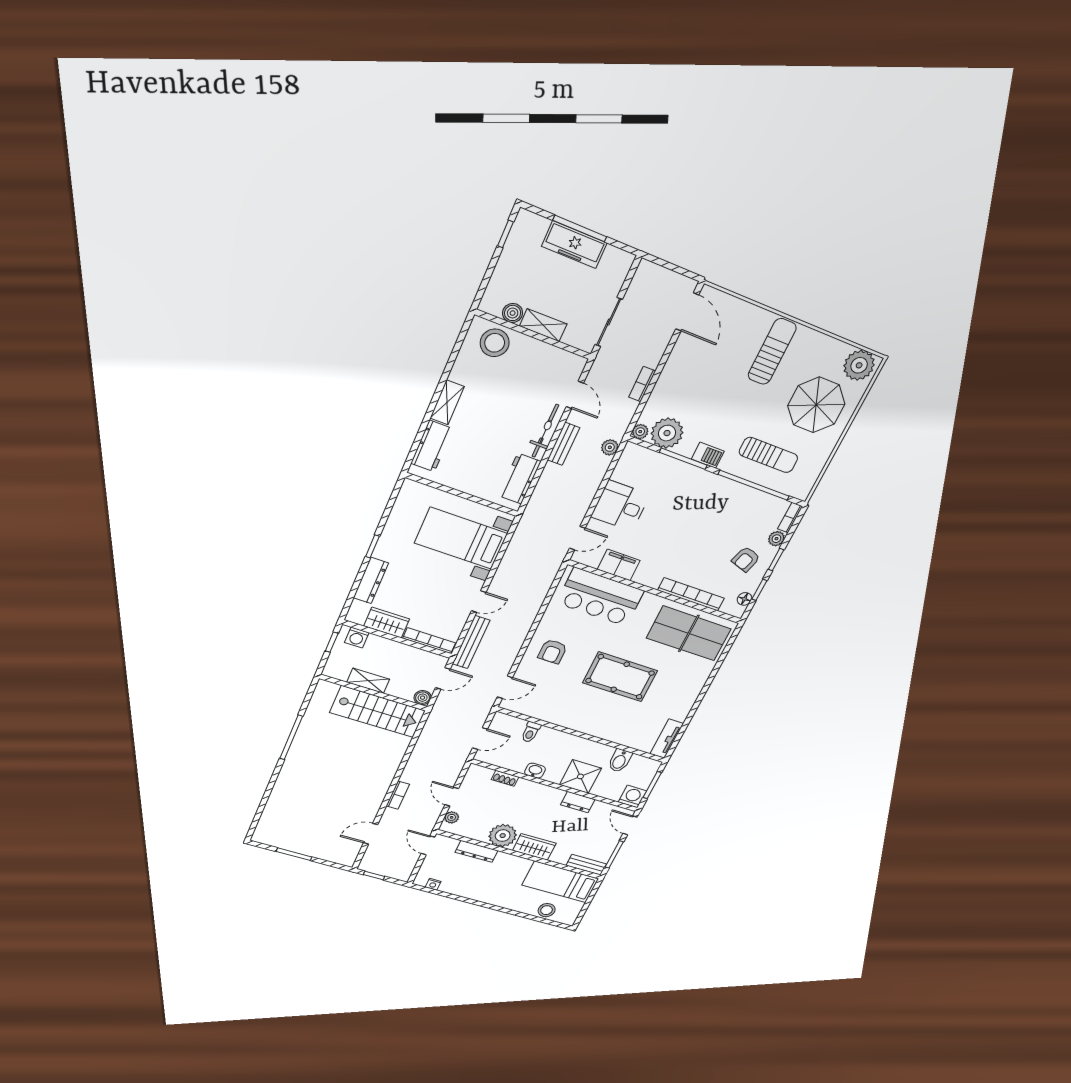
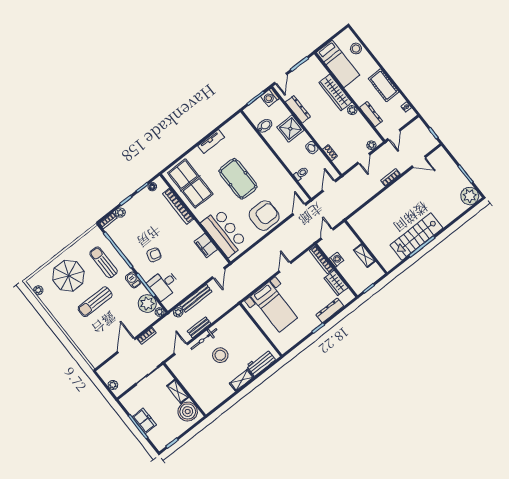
freezer: (574, 245) -> (144, 421), width x0.71
plant: (659, 274) -> (113, 385), added
door: (687, 312) -> (126, 345), moved
boiler: (513, 313) -> (188, 412), width x1.86, depth x1.86
stool: (495, 343) -> (220, 355), moved
sun lounger: (772, 352) -> (95, 302), moved
plant: (859, 365) -> (38, 290), width x0.53, depth x0.53
workbench: (520, 479) -> (229, 322), removed
desk: (620, 506) -> (164, 284), moved, turned 90
door: (577, 538) -> (218, 273), swing flipped
armchair: (746, 559) -> (154, 255), moved
door: (479, 601) -> (285, 267), hinge flipped
washing machine: (357, 637) -> (336, 260), moved
bench: (471, 642) -> (196, 298), moved
armchair: (553, 651) -> (264, 216), width x1.88, depth x1.88
door: (443, 678) -> (327, 234), hinge flipped
door: (505, 687) -> (299, 209), hinge flipped
boiler: (423, 698) -> (344, 229), removed
stairs: (378, 712) -> (417, 236), moved, turned -90
door: (480, 739) -> (329, 186), hinge flipped
tv unit: (667, 739) -> (211, 141), moved
dresser: (578, 802) -> (298, 109), width x1.44
plant: (269, 833) -> (470, 196), added
plant: (503, 836) -> (352, 110), width x0.53, depth x0.53
wardrobe: (534, 847) -> (335, 93), width x1.50
bench: (586, 865) -> (318, 67), removed
cot: (481, 891) -> (384, 85), added

